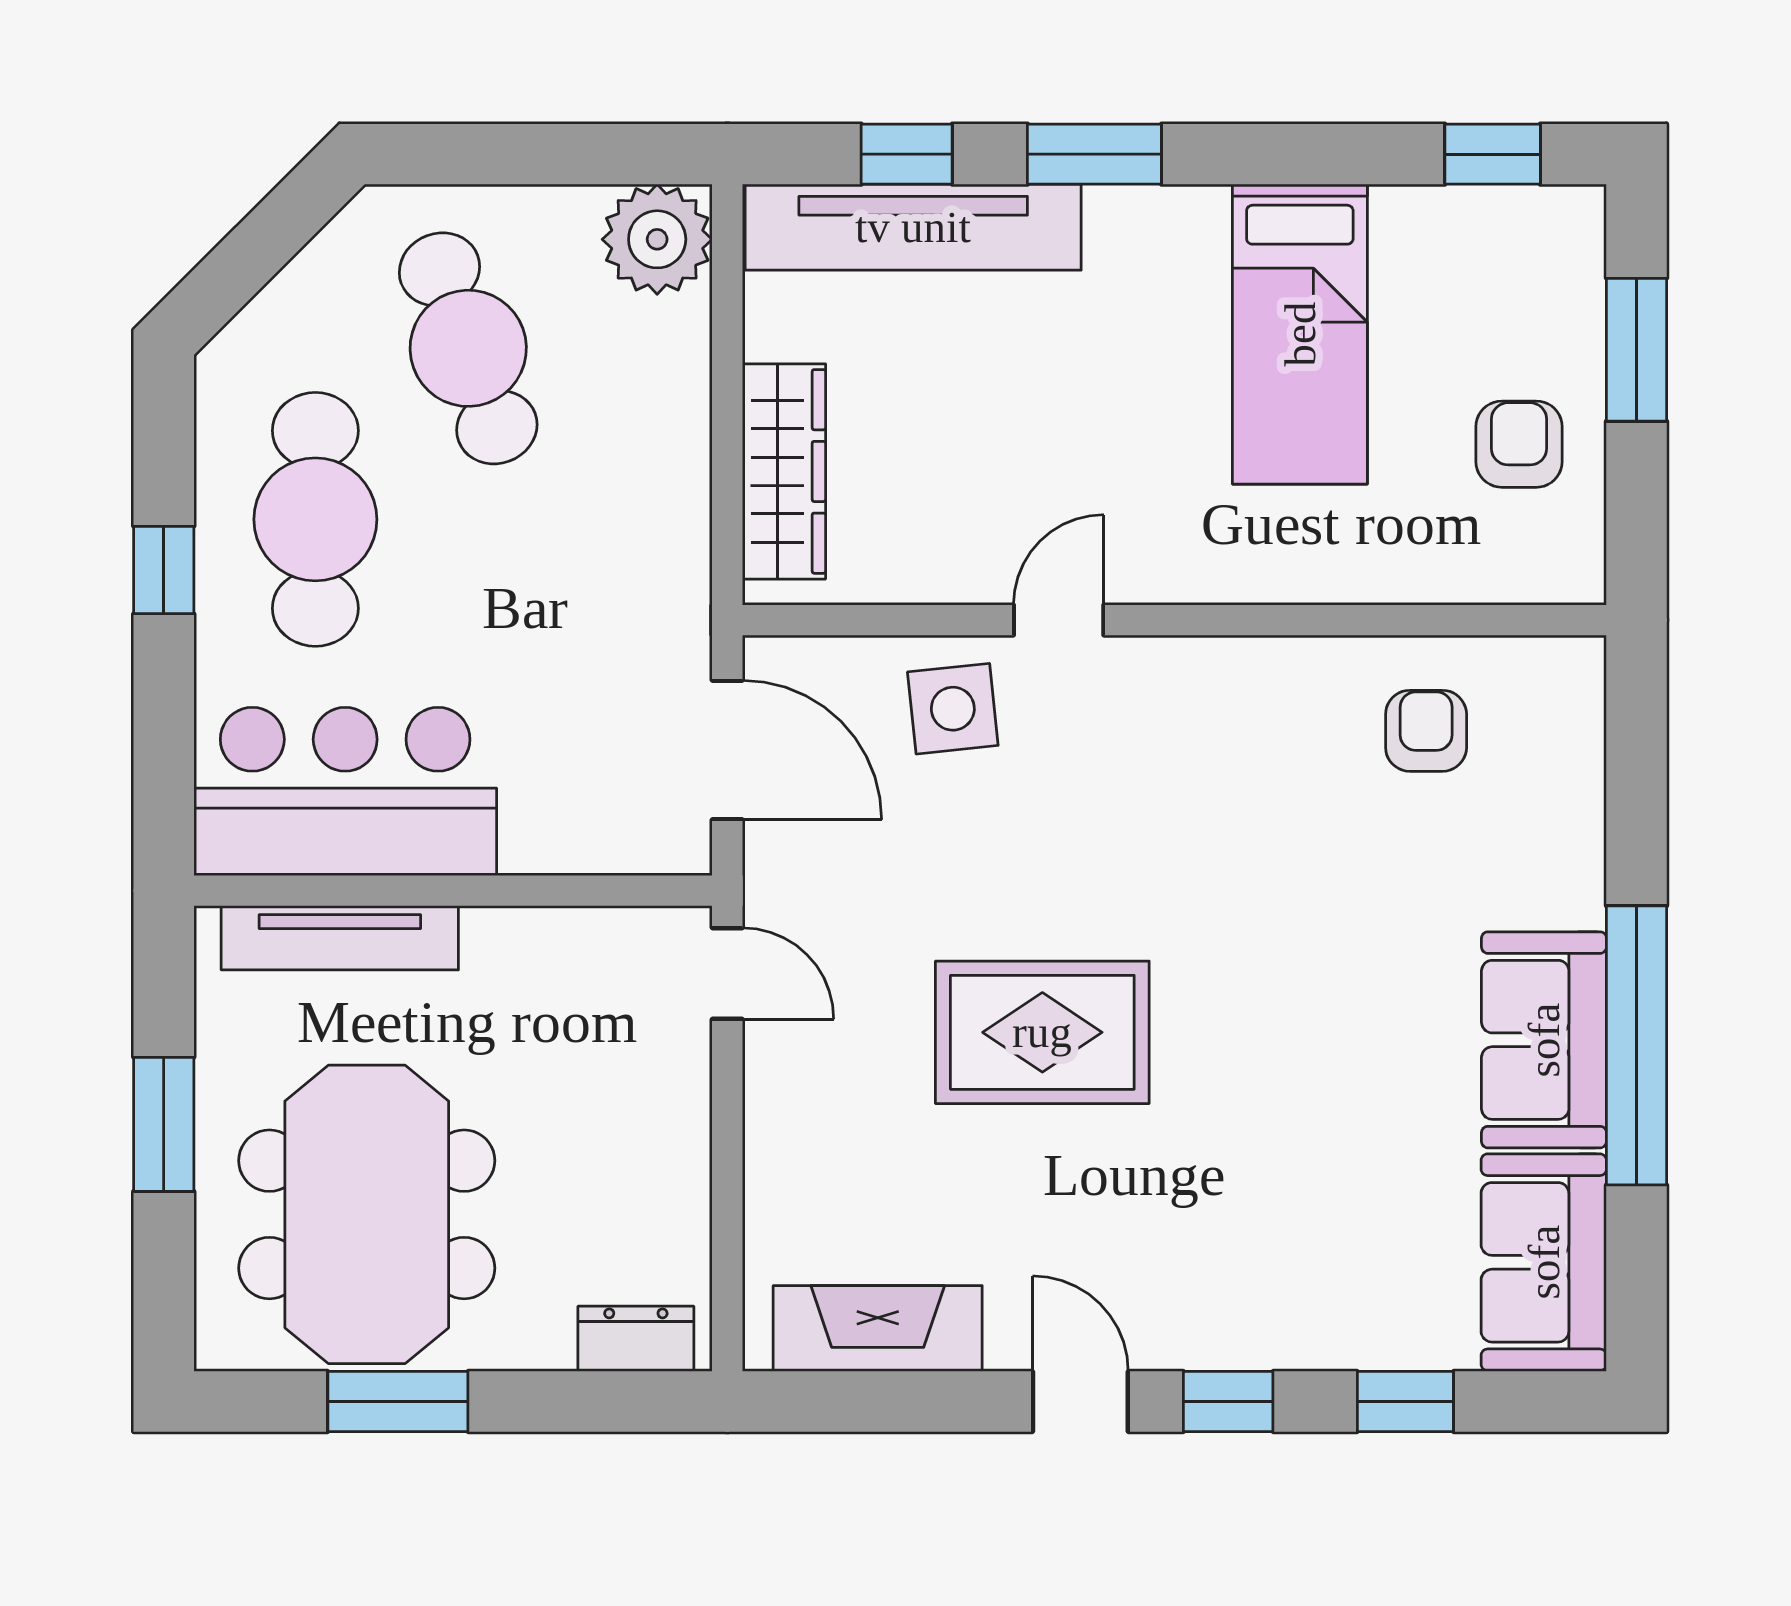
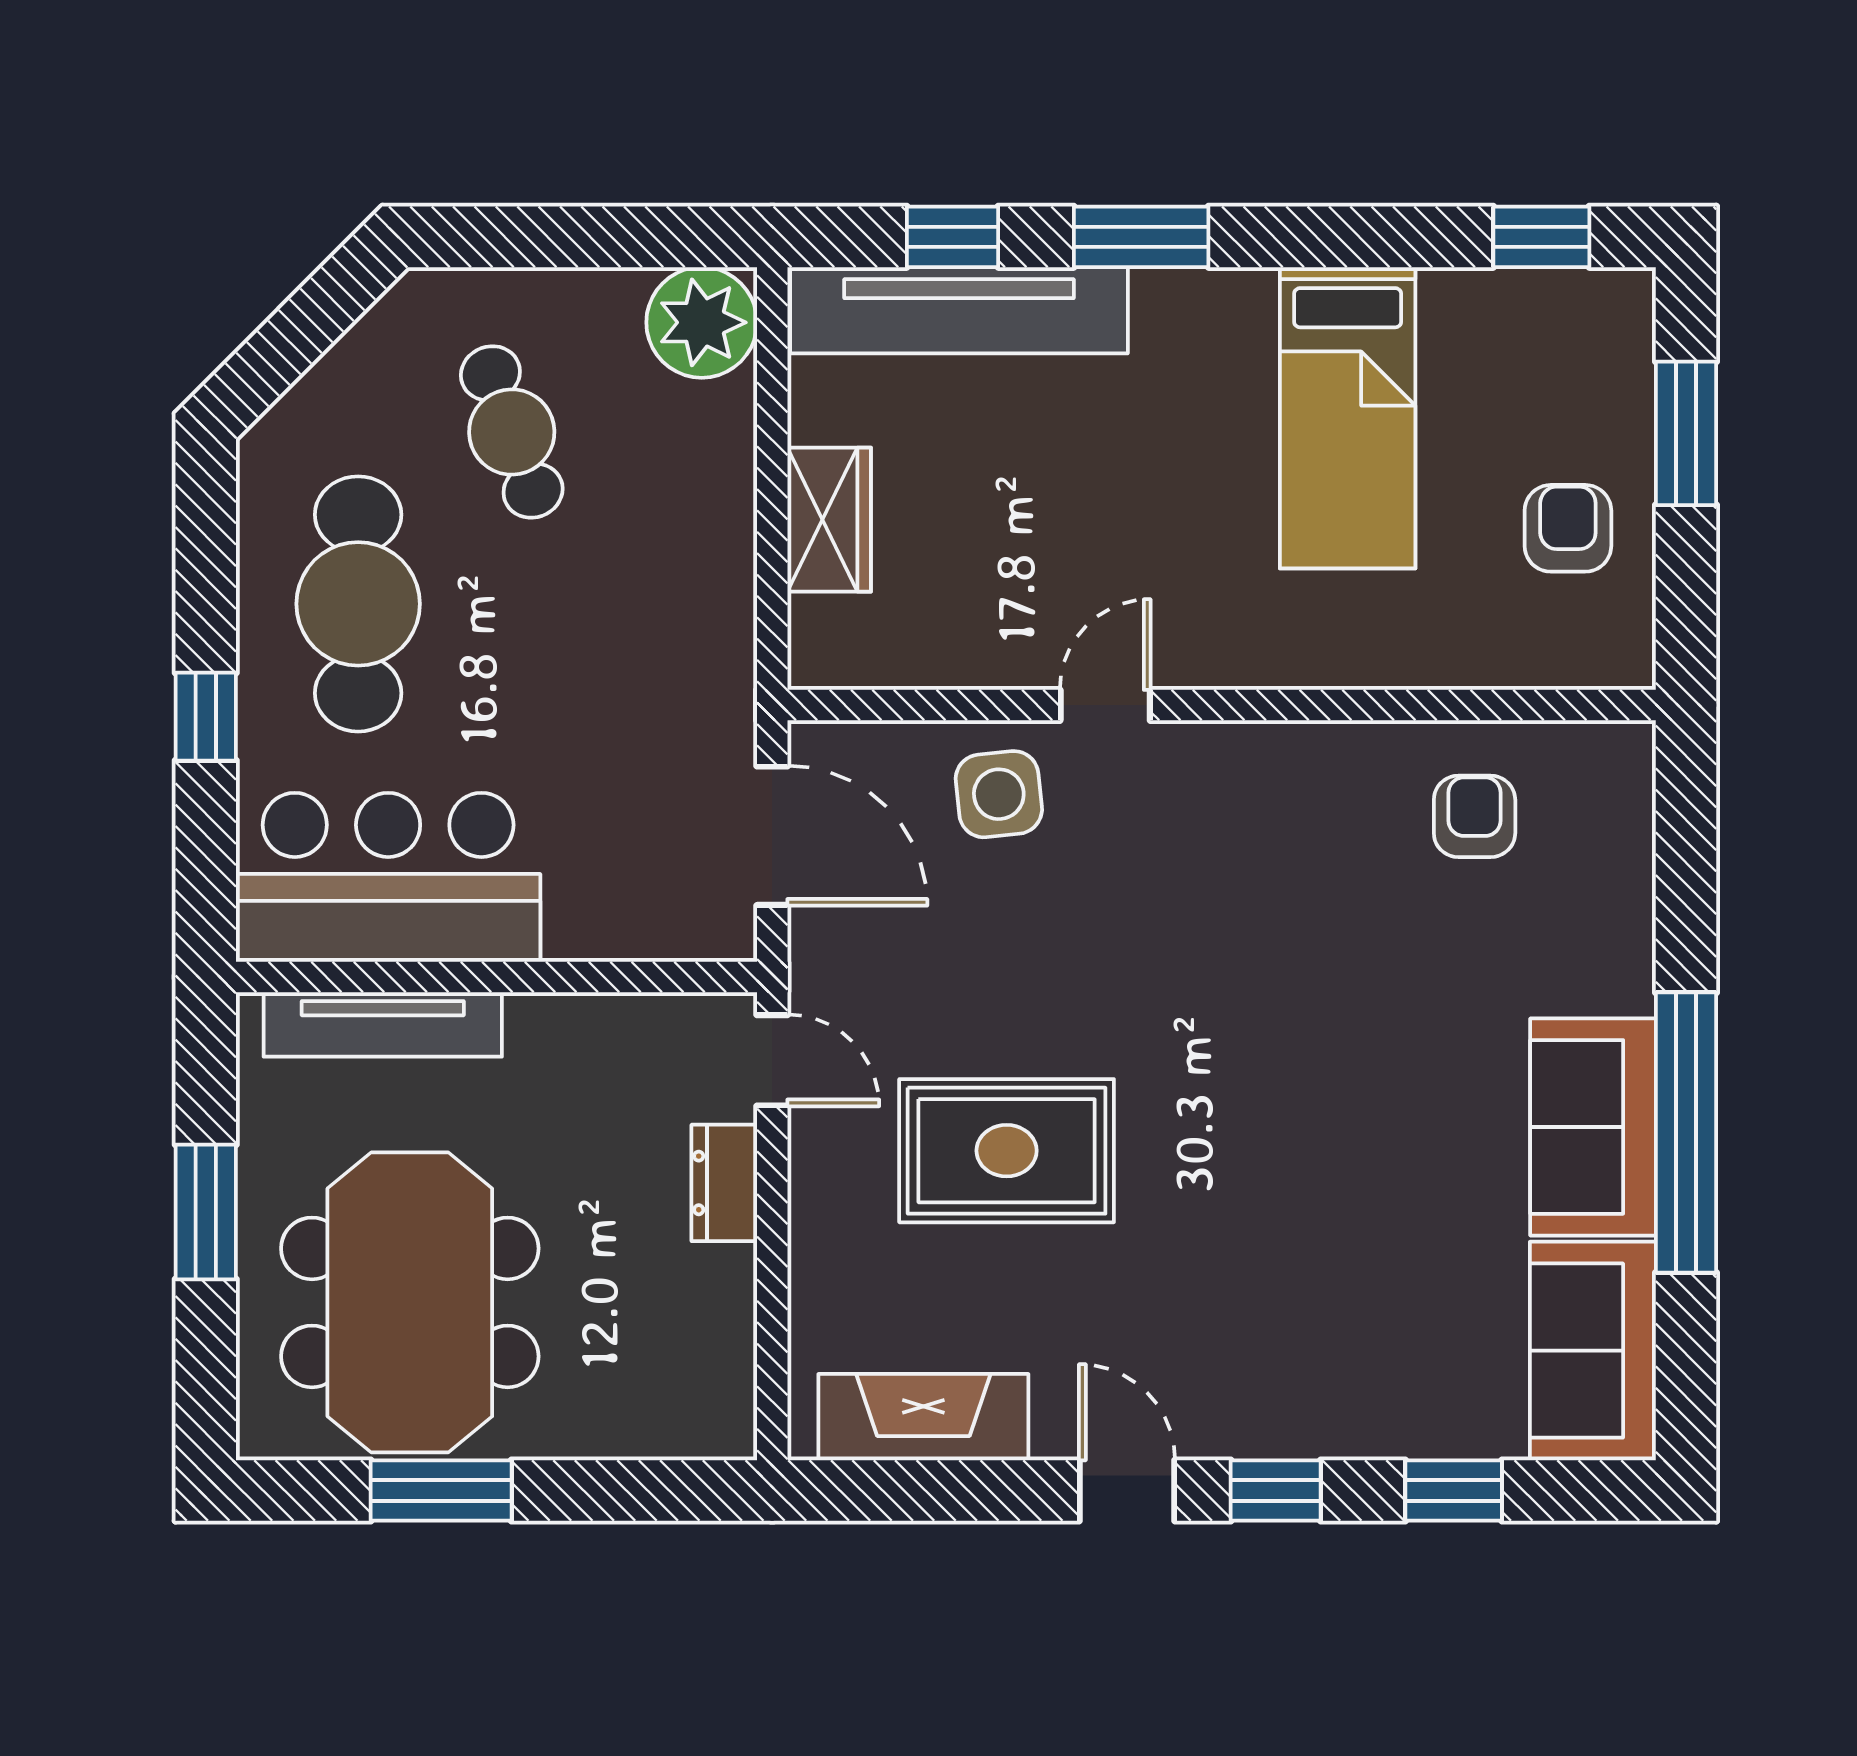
cafe table: (468, 348) -> (512, 432), width x0.73, depth x0.74
wardrobe: (784, 471) -> (829, 520), width x0.67
window: (164, 570) -> (206, 717), moved
rug: (1042, 1032) -> (1007, 1151), moved
dresser: (636, 1339) -> (724, 1183), moved, turned -90

